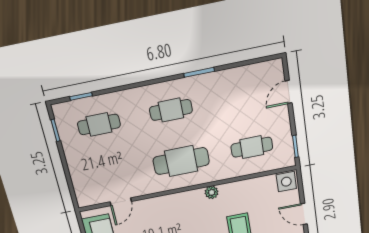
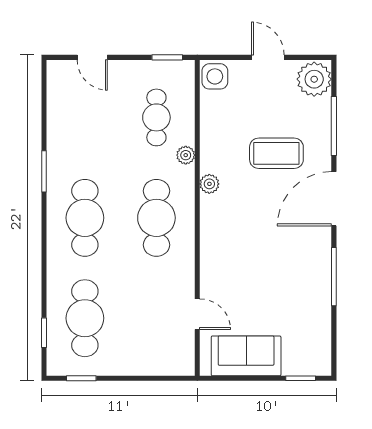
cafe table: (171, 110) -> (85, 218), width x1.37, depth x1.35
cafe table: (99, 124) -> (85, 318), width x1.37, depth x1.35
plant: (229, 173) -> (186, 155), added
door: (304, 214) -> (268, 57), swing flipped

